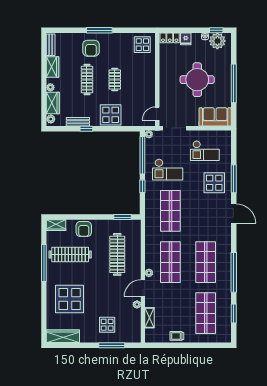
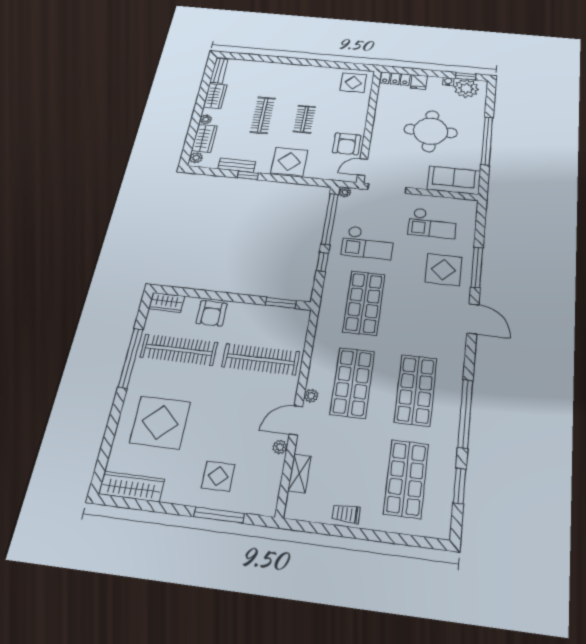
window: (99, 30) -> (294, 61), removed
armchair: (91, 48) -> (347, 144), moved
clothes rail: (117, 254) -> (261, 359), turned 90

